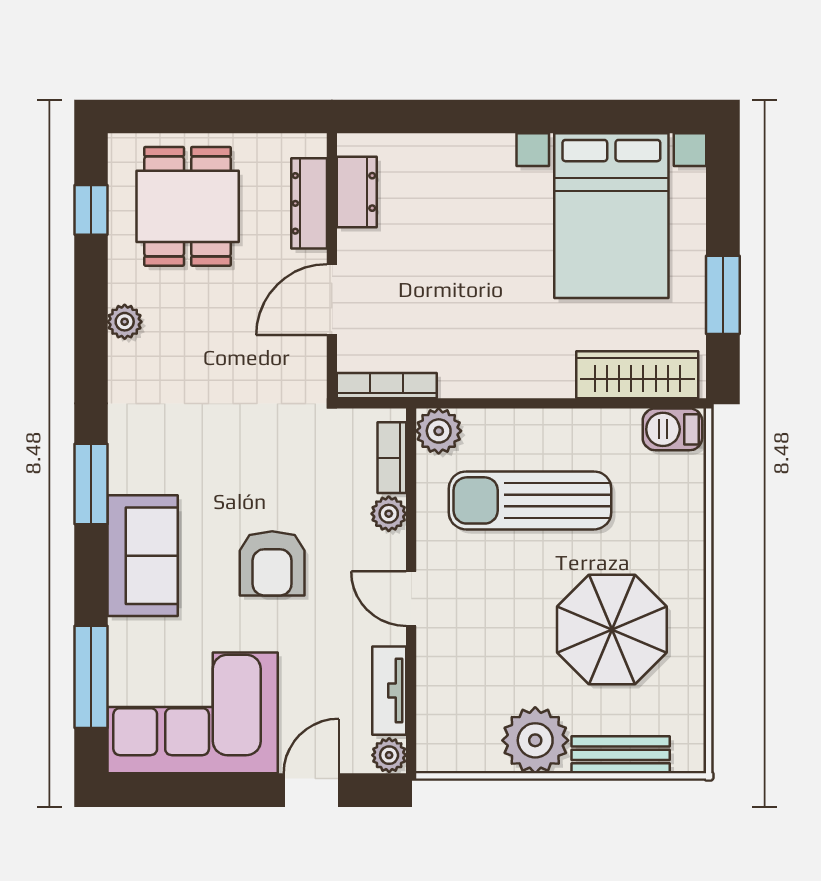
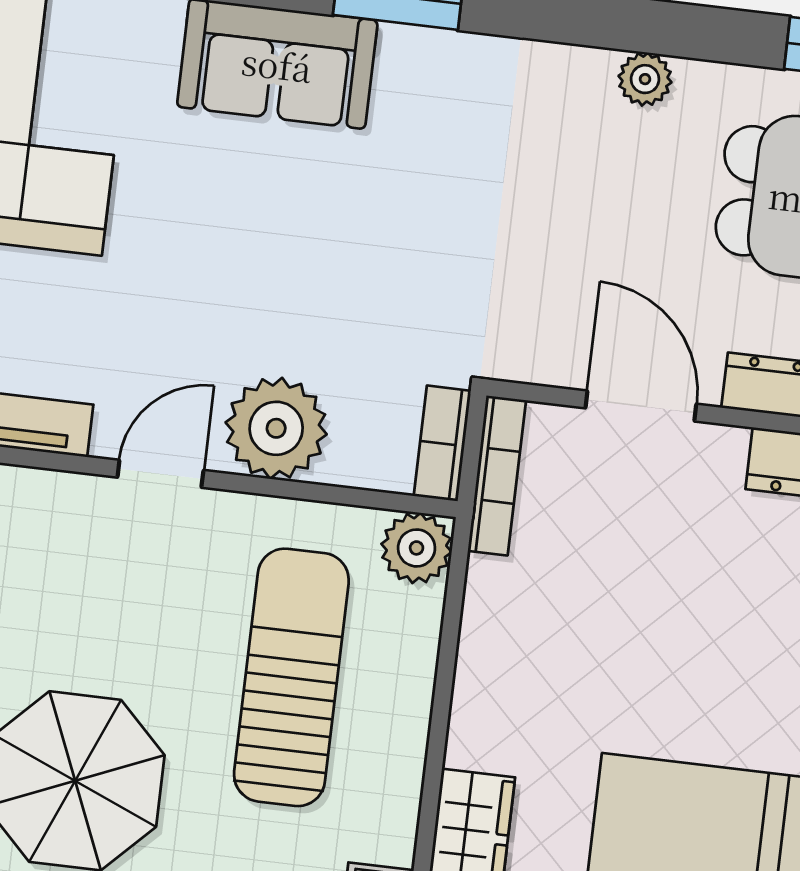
bookcase: (392, 458) -> (442, 443), moved, turned -90
plant: (389, 514) -> (276, 428), width x1.88, depth x1.88
armchair: (272, 563) -> (241, 264), removed

